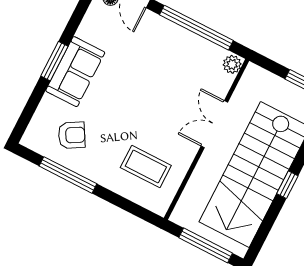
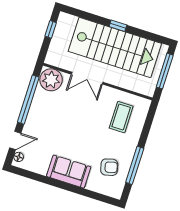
window: (54, 61) -> (64, 186), removed
plant: (232, 64) -> (51, 80), width x1.88, depth x1.88
armchair: (72, 135) -> (109, 167), turned 106

